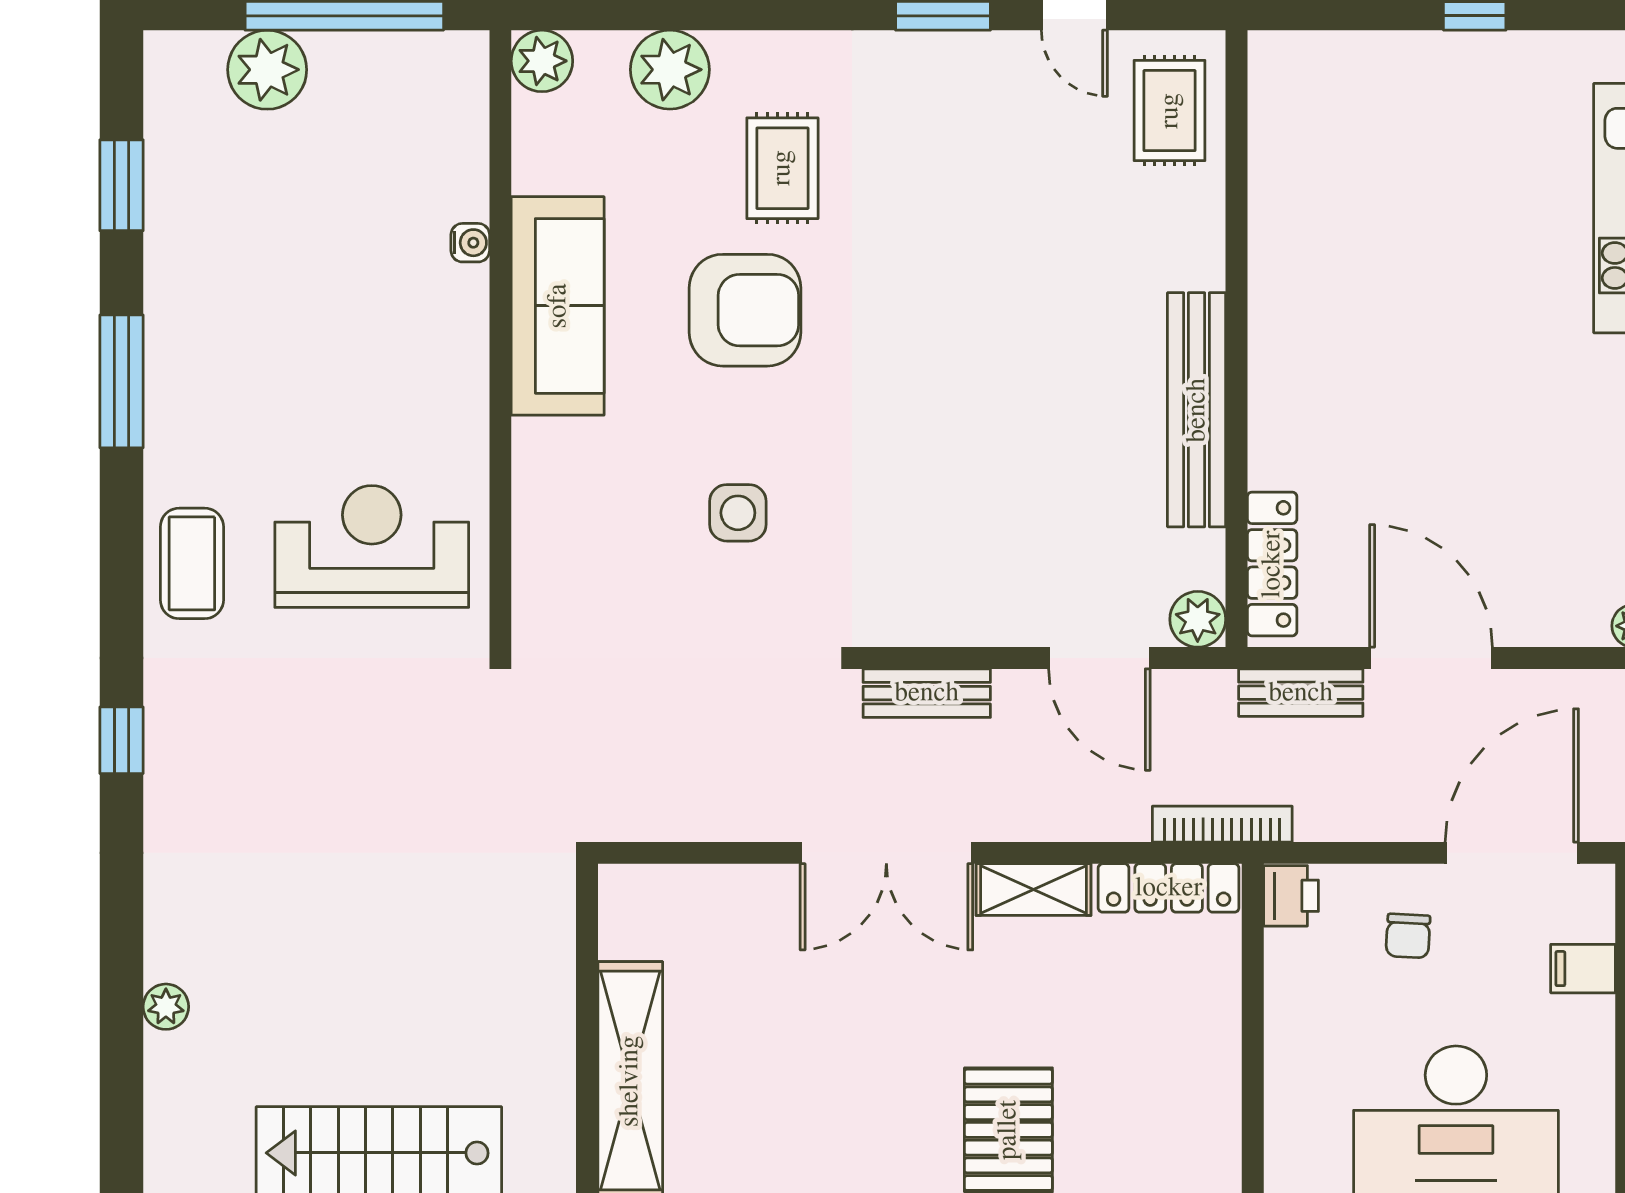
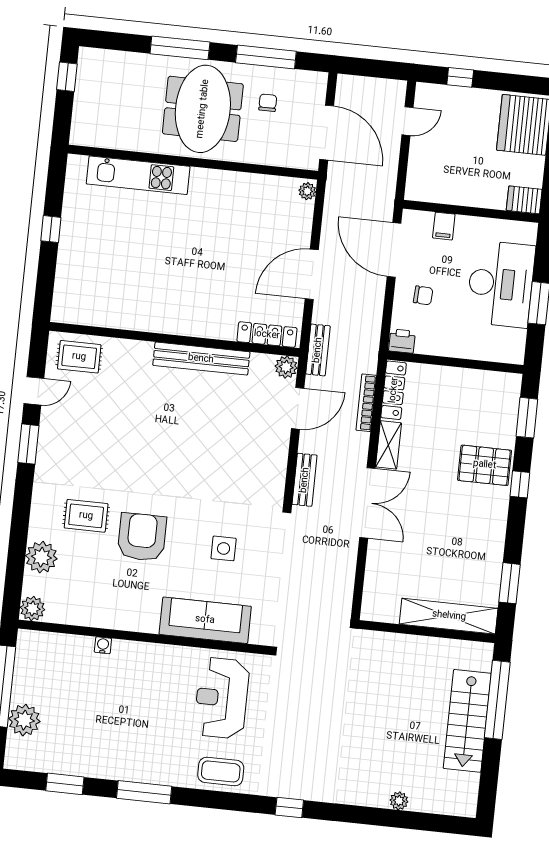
sofa: (558, 306) -> (205, 620), moved
bench: (1301, 693) -> (318, 350), moved
bookcase: (1222, 824) -> (366, 403), moved

